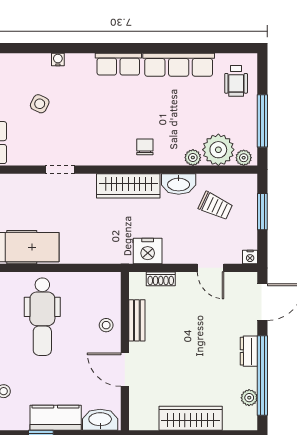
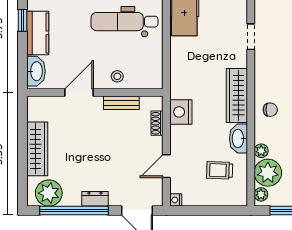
trolley: (216, 206) -> (220, 170), turned 67
window: (262, 212) -> (215, 211), removed
plant: (249, 398) -> (49, 193), width x1.87, depth x1.87

